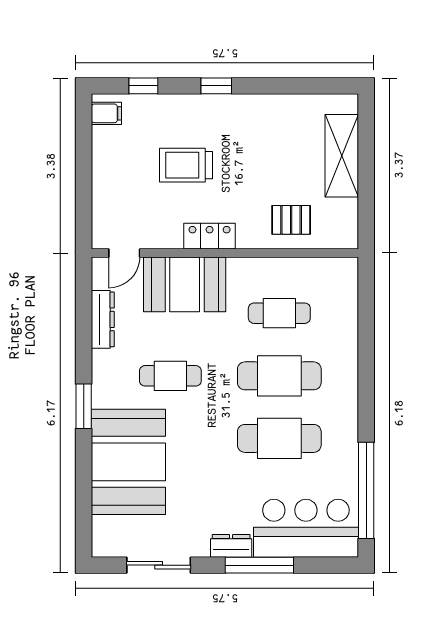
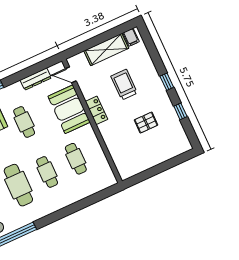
window: (143, 86) -> (180, 111), moved
shelving: (342, 156) -> (106, 49), moved
pallet: (291, 220) -> (146, 123), moved, turned 90
cafe table: (279, 376) -> (47, 172), width x0.73, depth x0.74

